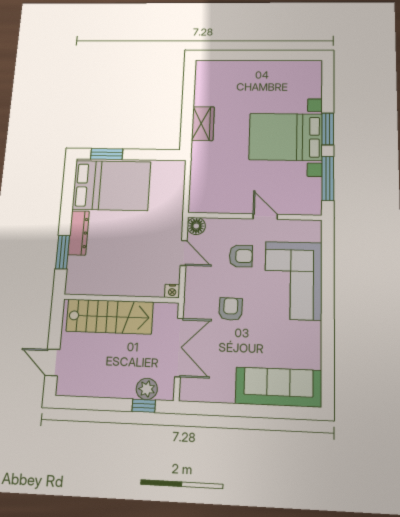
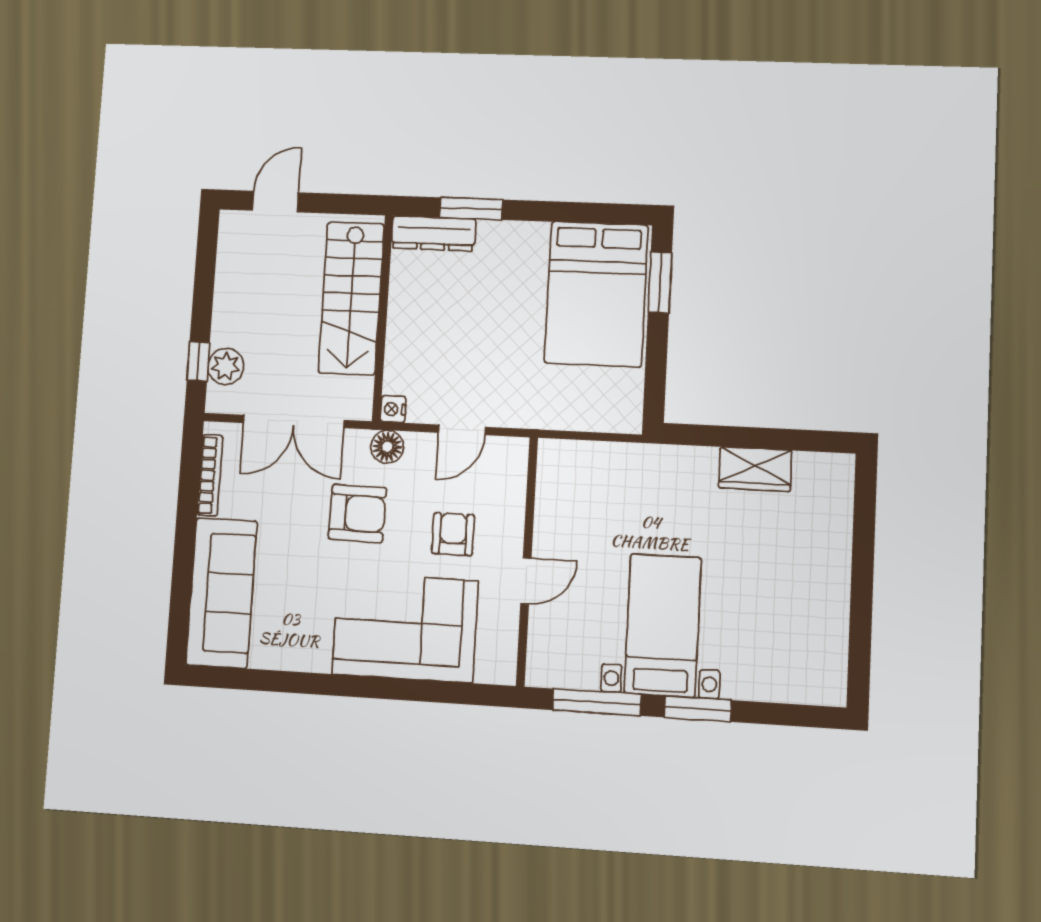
wardrobe: (203, 124) -> (755, 469), moved
bed with nightstands: (286, 137) -> (663, 625), width x0.73
floor lamp: (196, 226) -> (387, 447), moved
dresser: (79, 233) -> (434, 233), moved
armchair: (241, 256) -> (453, 534), turned 180
armchair: (231, 309) -> (357, 513), width x1.38, depth x1.38
bookcase: (210, 396) -> (210, 475), added

